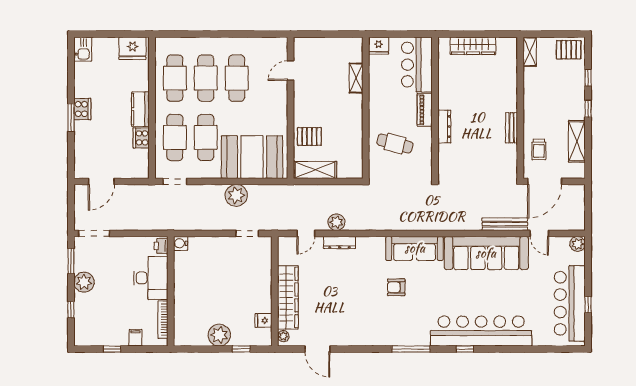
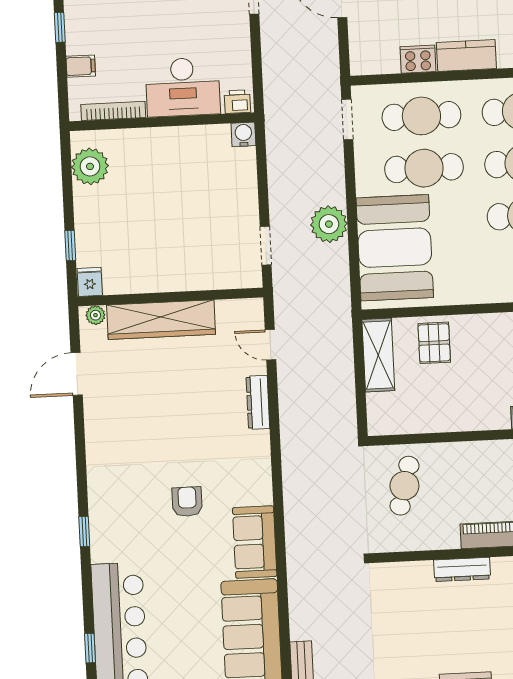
cafe table: (395, 144) -> (404, 486), moved
plant: (336, 222) -> (292, 395), removed
sofa: (415, 248) -> (255, 542), width x0.73
fridge: (263, 320) -> (90, 282), moved
plant: (219, 335) -> (90, 166), moved
window: (411, 349) -> (84, 532), width x0.46
window: (465, 349) -> (90, 648), moved

